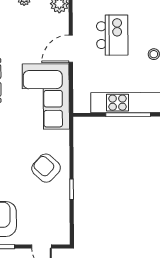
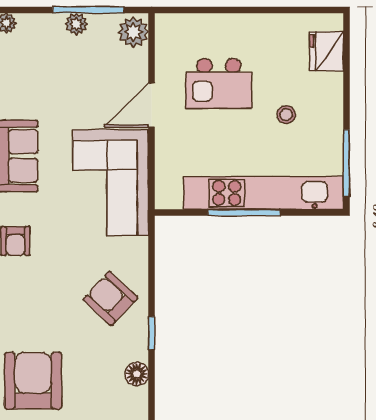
kitchen island: (112, 35) -> (219, 83), turned 90
floor lamp: (63, 214) -> (137, 374), added

